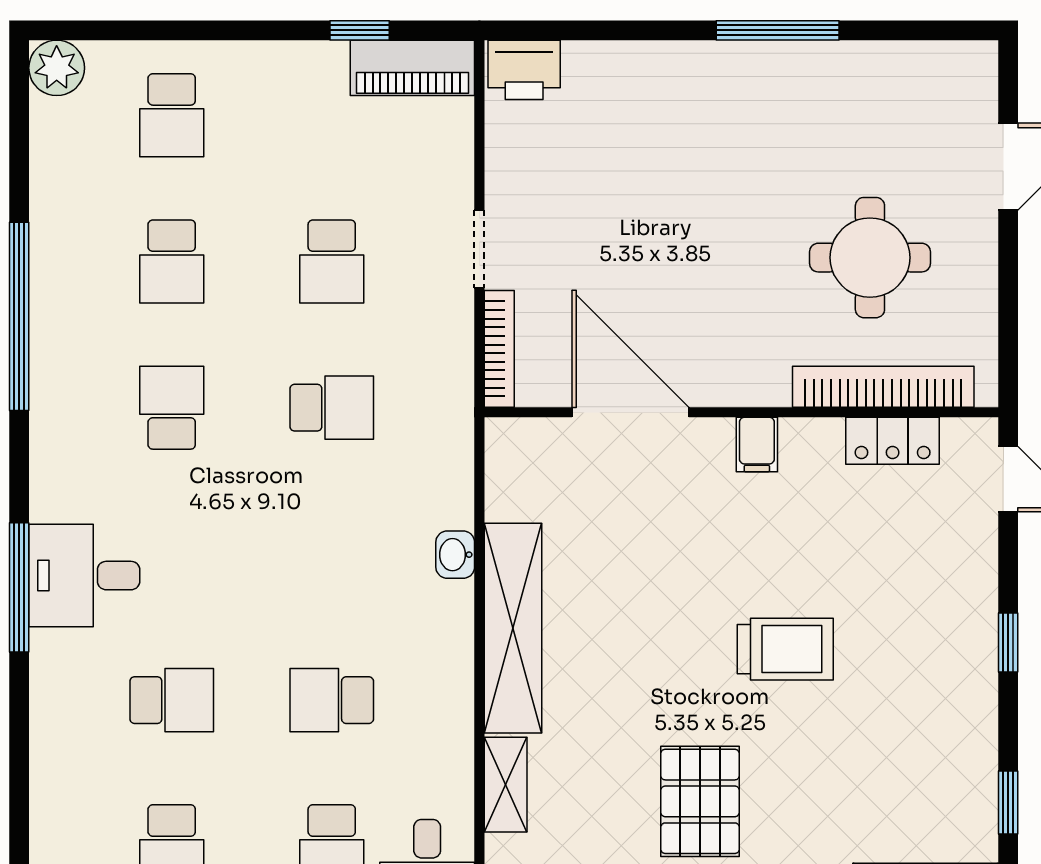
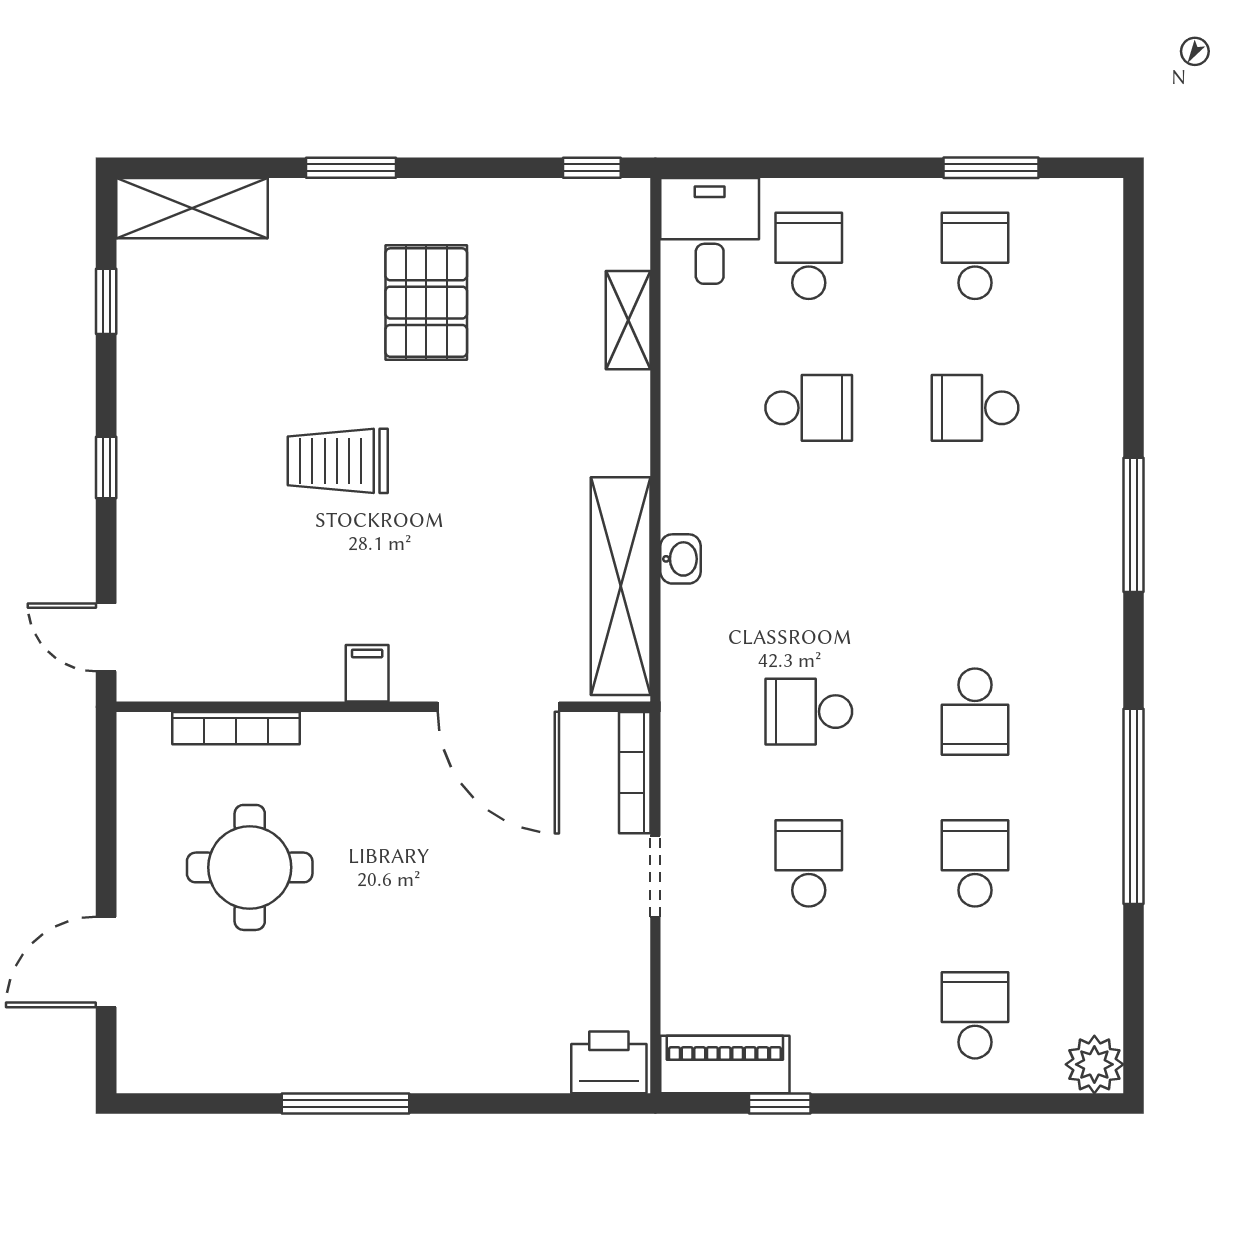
bookcase: (883, 387) -> (236, 728), width x0.68, depth x0.76
locker: (893, 441) -> (226, 677), removed
desk: (84, 576) -> (1066, 537), removed
shelving: (513, 628) -> (621, 586), moved

